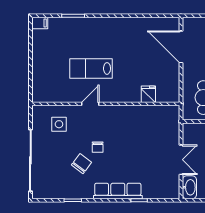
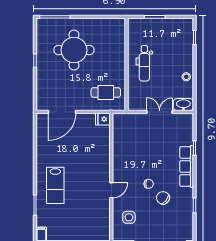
lab bench: (91, 68) -> (55, 185), moved
fridge: (148, 94) -> (103, 119), moved
door: (90, 104) -> (111, 190), swing flipped

